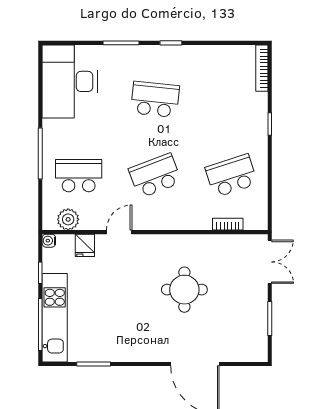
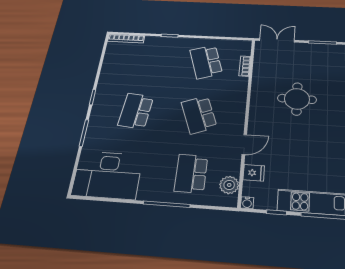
door: (119, 232) -> (244, 145), swing flipped

